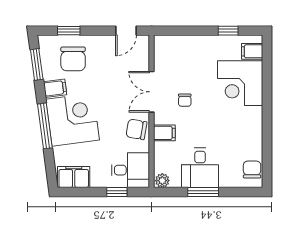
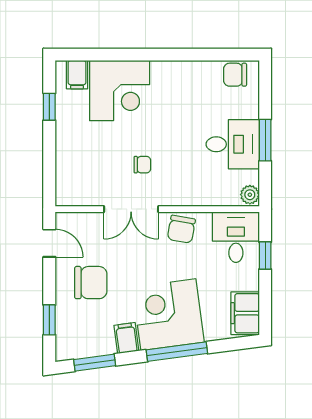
chair: (73, 59) -> (91, 283), moved
filing cabinet: (164, 133) -> (186, 192), removed

